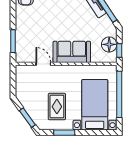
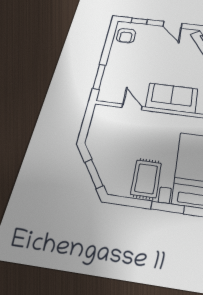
rug: (57, 107) -> (146, 179), moved
window: (64, 133) -> (168, 207), moved

